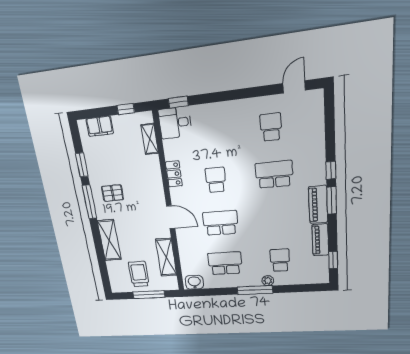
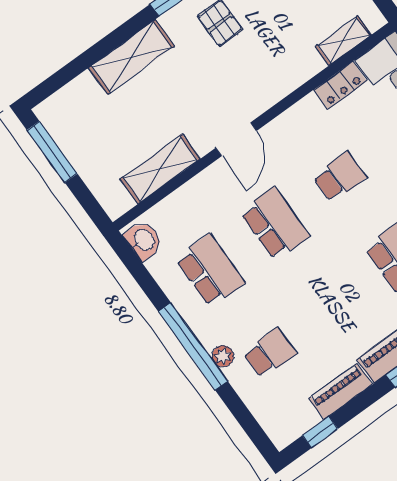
locker: (174, 174) -> (340, 85), moved
trolley: (139, 274) -> (99, 138), removed
window: (255, 290) -> (193, 346), width x1.46
window: (149, 295) -> (52, 152), moved

